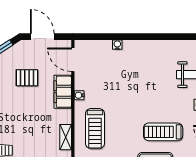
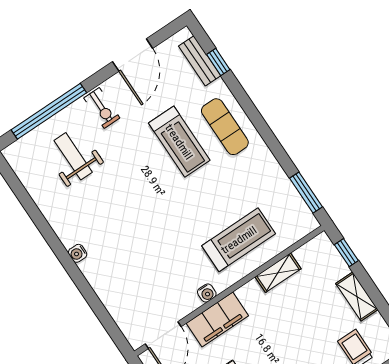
water cooler: (117, 45) -> (78, 253), moved

